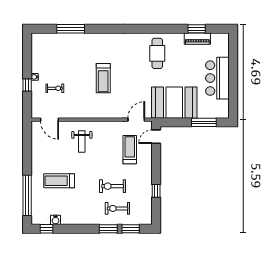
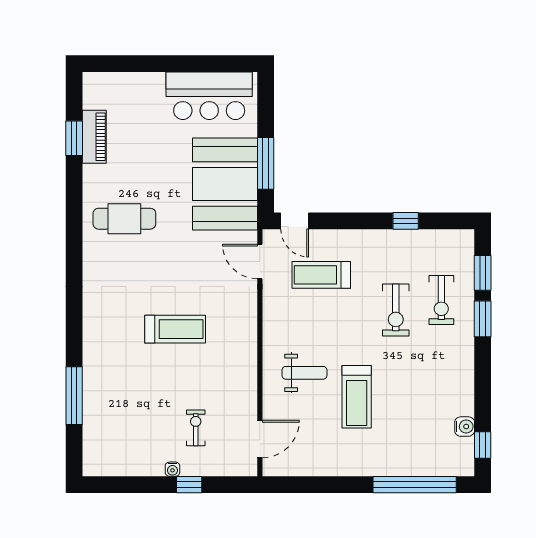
bar counter: (217, 78) -> (209, 96), moved
window: (204, 122) -> (266, 163), moved
treadmill: (59, 181) -> (357, 397), moved

